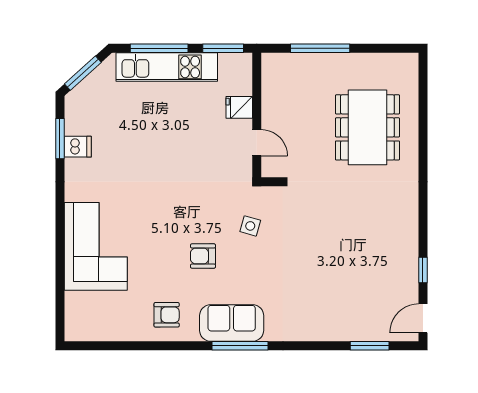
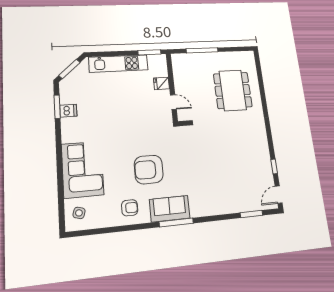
window: (159, 48) -> (113, 54), removed
side table: (250, 226) -> (79, 213), moved
armchair: (203, 256) -> (149, 170), width x1.88, depth x1.88

